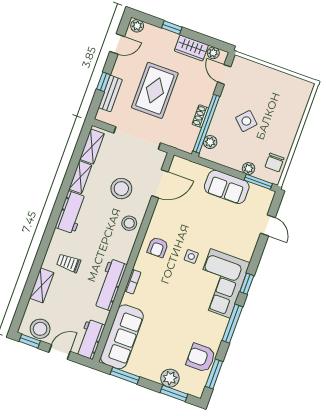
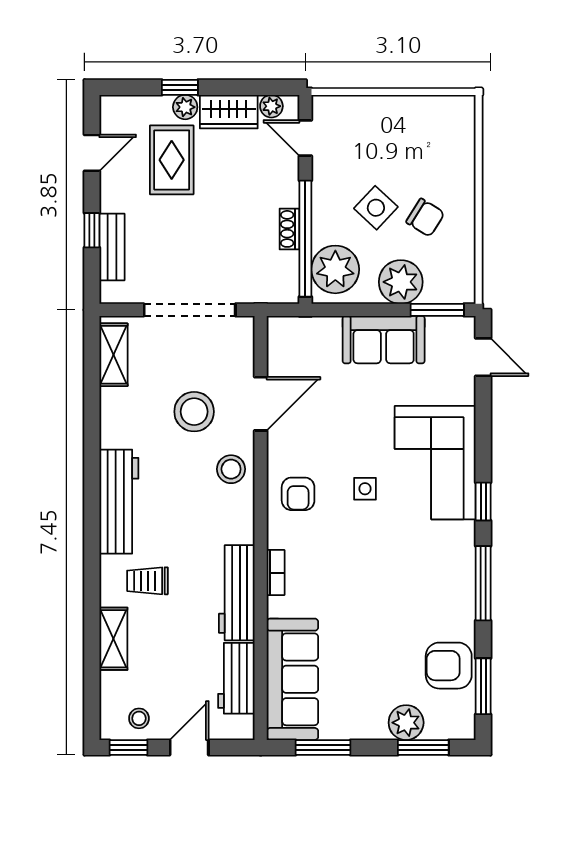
plant: (137, 26) -> (185, 107), moved
rug: (155, 90) -> (172, 160), moved, width x0.73, depth x0.70
plant: (210, 142) -> (335, 269), width x1.88, depth x1.88
chair: (275, 162) -> (425, 218), moved, turned -58
plant: (249, 169) -> (401, 282), width x1.87, depth x1.87
shelving: (80, 177) -> (112, 418), removed
door: (160, 184) -> (261, 404), moved
workbench: (71, 212) -> (119, 502), width x1.37
door: (268, 225) -> (483, 357), moved
corner sofa: (220, 283) -> (435, 463), moved
stool: (40, 329) -> (139, 718), width x0.53, depth x0.53
workbench: (90, 339) -> (236, 678), moved

